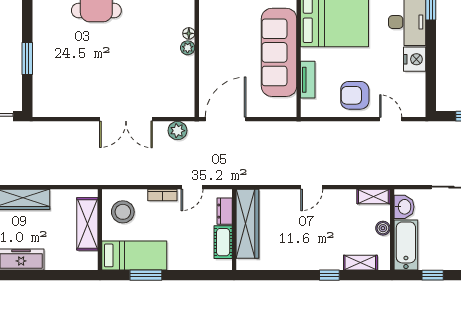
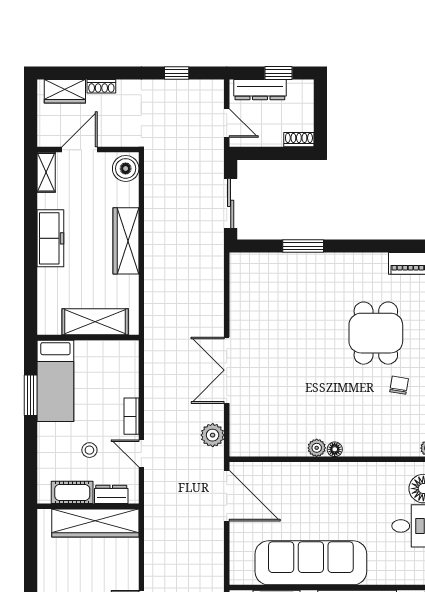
stool: (123, 212) -> (89, 450), moved, width x0.53, depth x0.53

